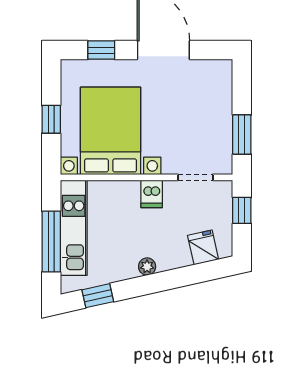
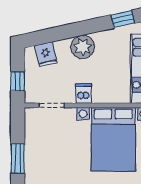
window: (242, 135) -> (18, 158), moved
plant: (147, 267) -> (83, 47), width x1.88, depth x1.88

